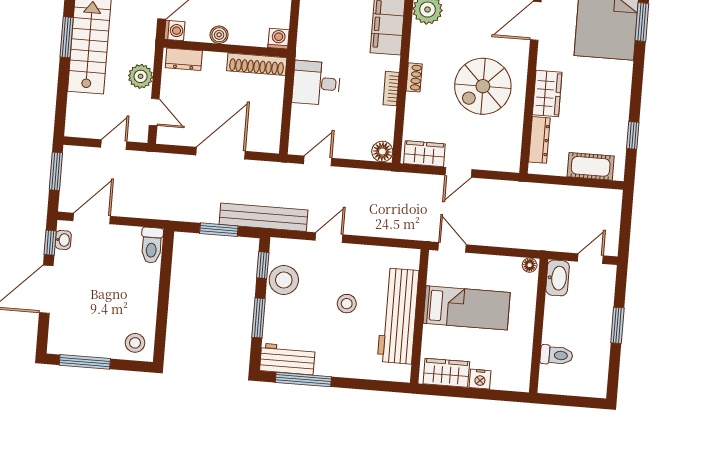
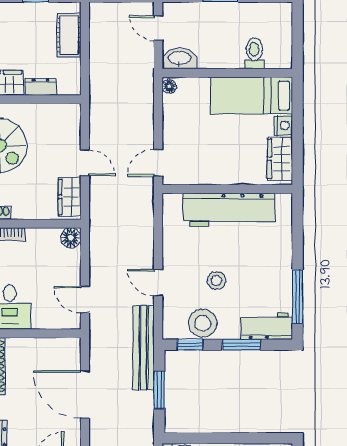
dresser: (539, 140) -> (41, 87), width x0.70
stool: (347, 304) -> (216, 281), moved
bed: (467, 308) -> (252, 96), moved, turned -90
workbench: (287, 359) -> (266, 326), moved, turned 90

